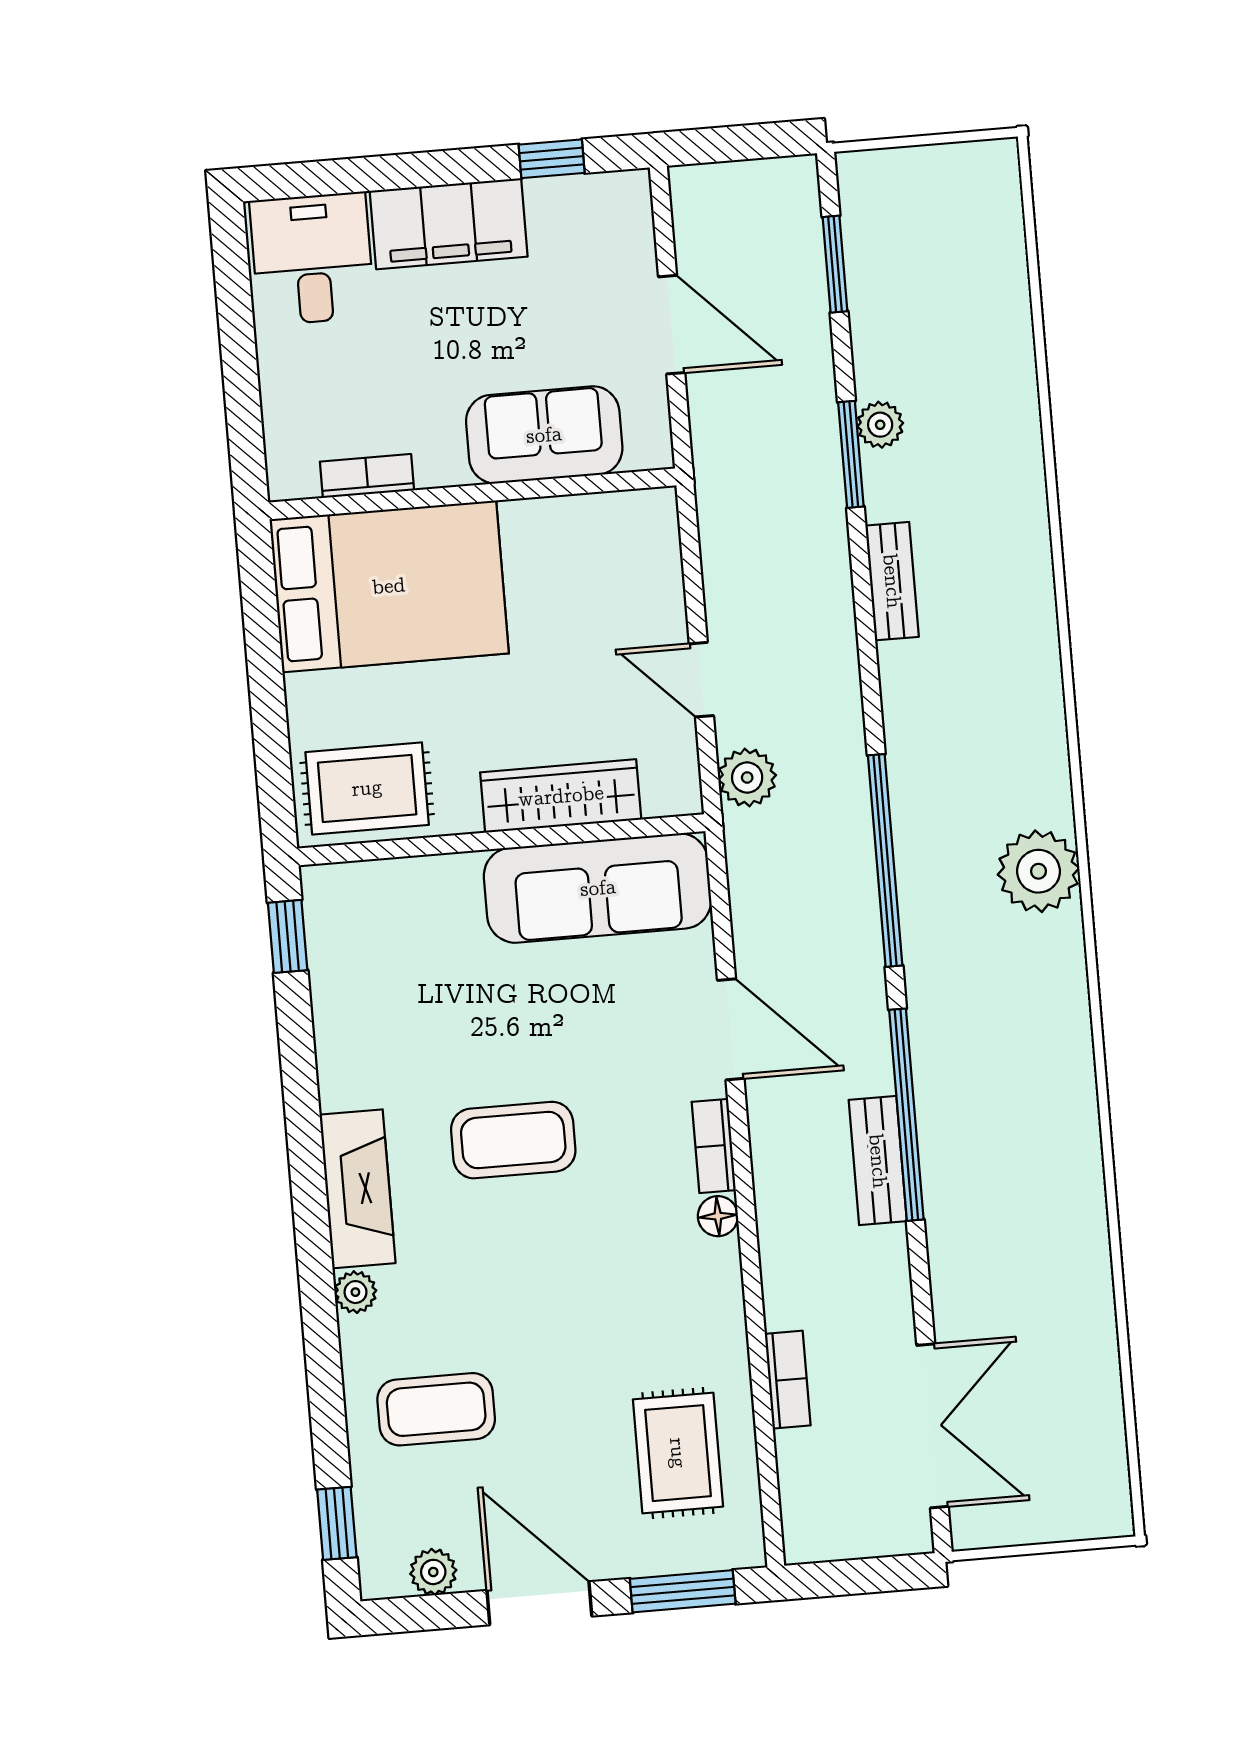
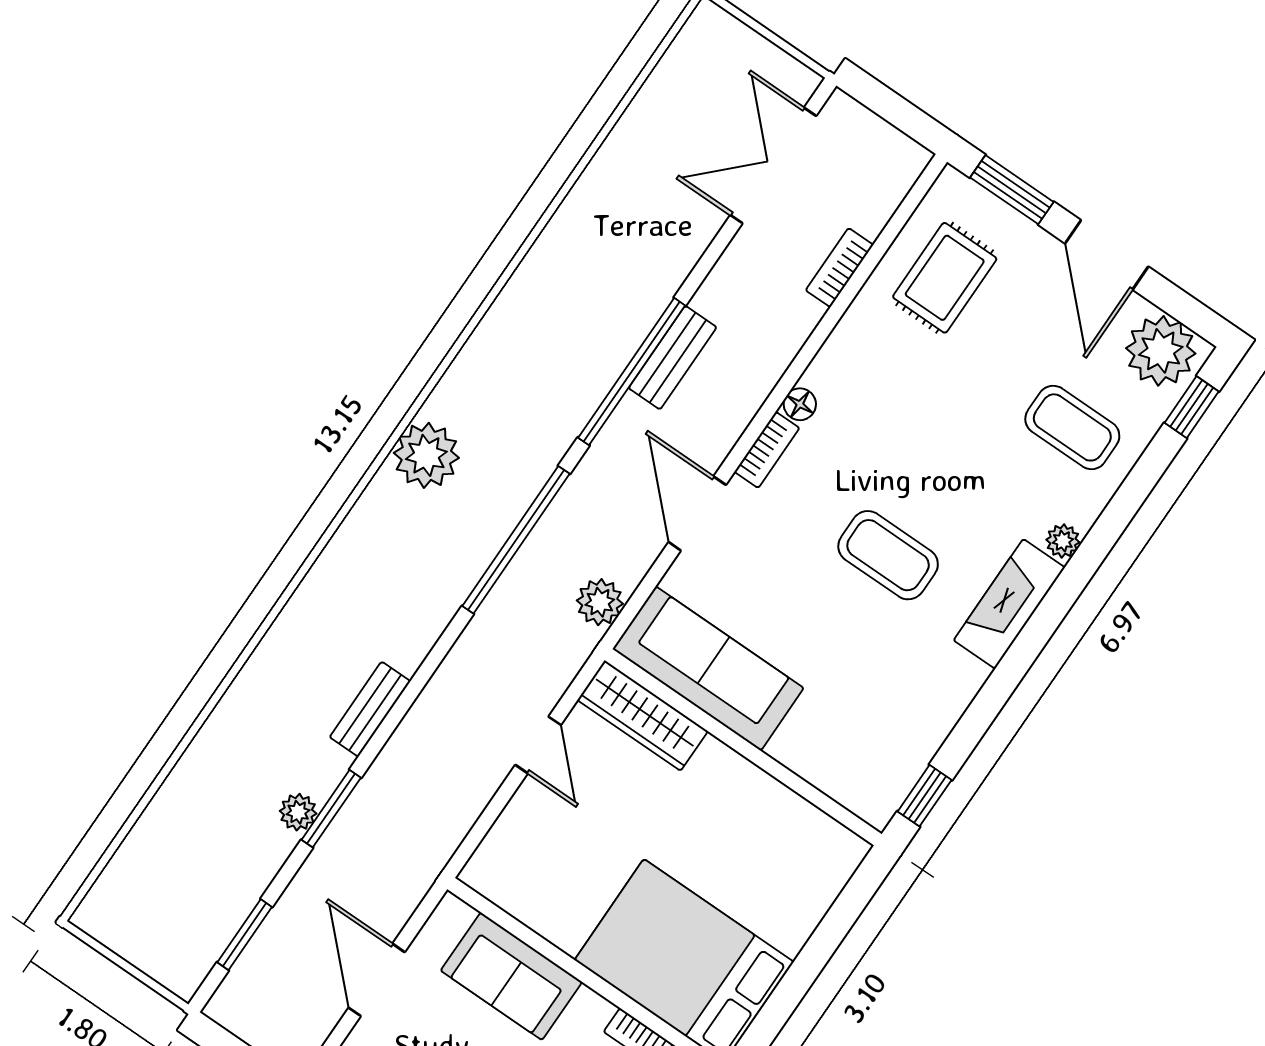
plant: (747, 777) -> (600, 602), moved
rug: (367, 788) -> (800, 847), removed
wardrobe: (561, 796) -> (643, 716), moved
plant: (433, 1572) -> (1161, 351), width x1.88, depth x1.88

